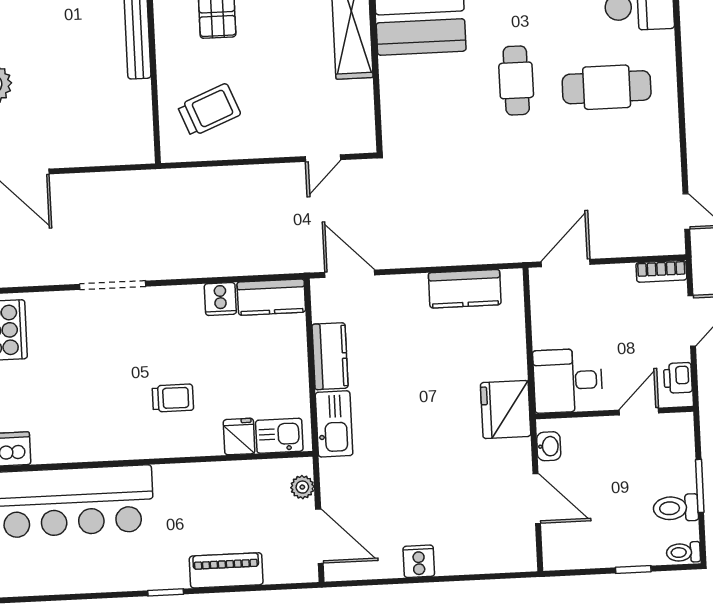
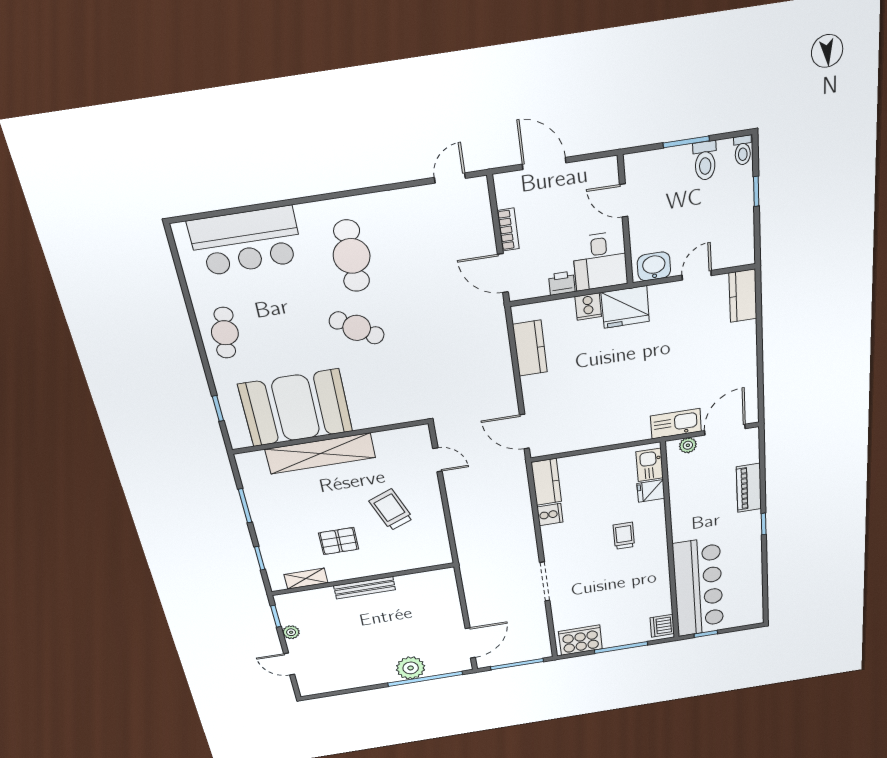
cafe table: (516, 80) -> (357, 328), turned 33
trolley: (209, 110) -> (391, 510), moved
bookcase: (661, 271) -> (508, 230), moved
door: (350, 274) -> (524, 432), hinge flipped
kitchen counter: (330, 356) -> (743, 296), moved, turned -90
printer: (678, 378) -> (562, 283), moved, turned 180
kitchen sink: (334, 424) -> (676, 424), moved
washbasin: (549, 446) -> (654, 266), width x1.38, depth x1.45
door: (537, 498) -> (697, 275), width x0.73
cooker: (419, 561) -> (588, 307), moved, turned -90

